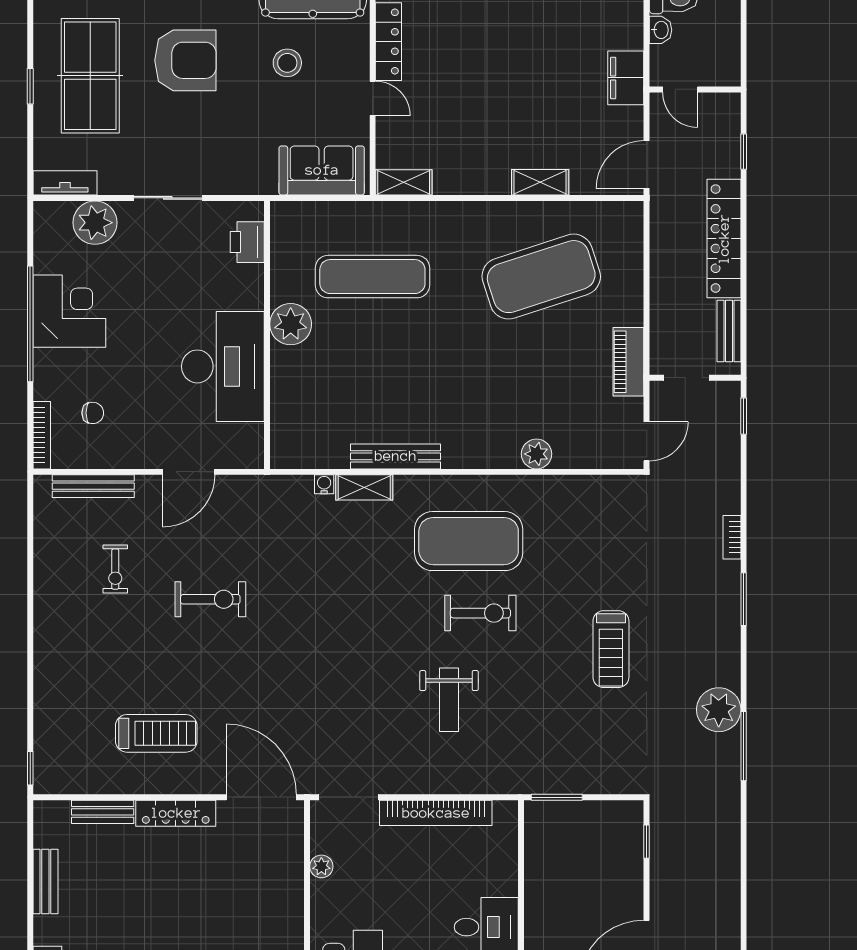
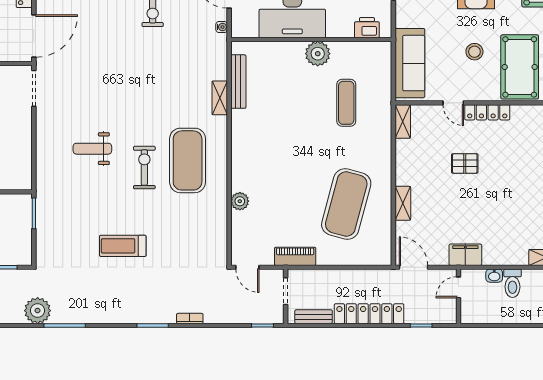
pallet: (474, 79) -> (465, 163), added
door: (373, 98) -> (453, 103), hinge flipped
sofa: (322, 170) -> (410, 63), width x1.36
exercise mat: (372, 277) -> (346, 103), width x0.73, depth x0.69
exercise mat: (541, 277) -> (346, 204), turned 33
bench: (396, 456) -> (238, 82), moved
water cooler: (324, 484) -> (222, 27), moved
exercise bike: (480, 613) -> (144, 168), turned 180
plant: (719, 710) -> (38, 311), moved
bookcase: (436, 813) -> (24, 141), removed

